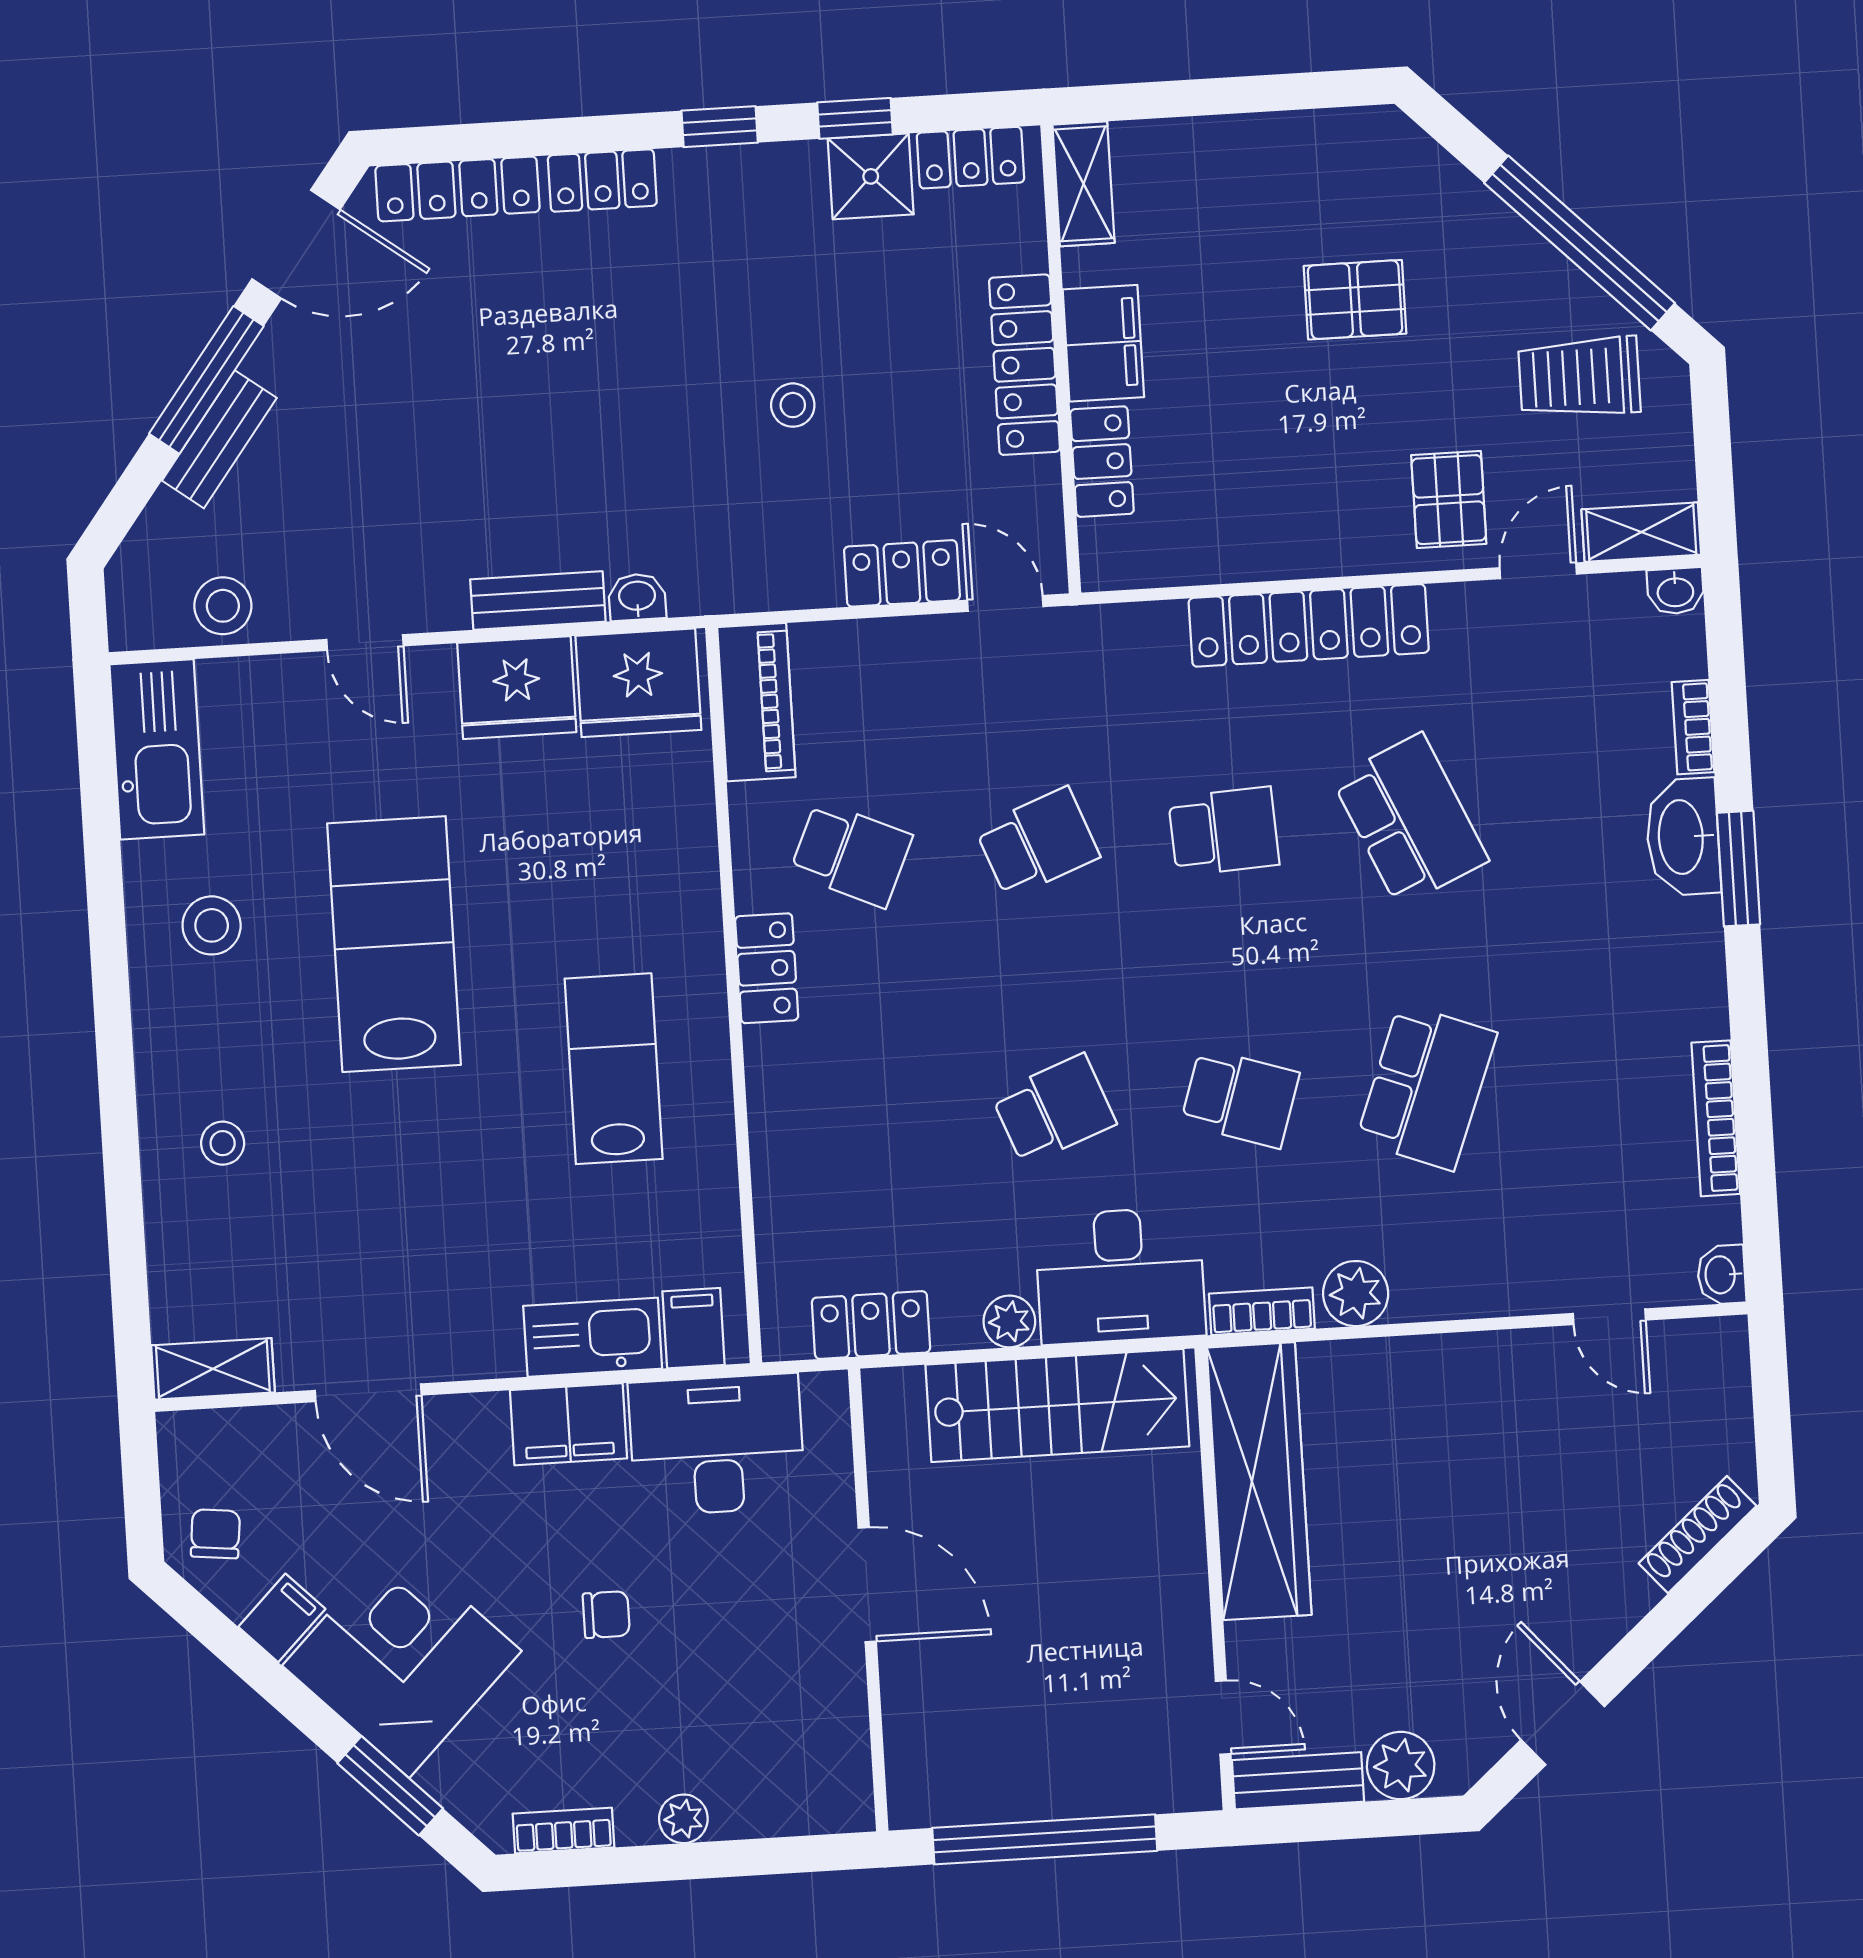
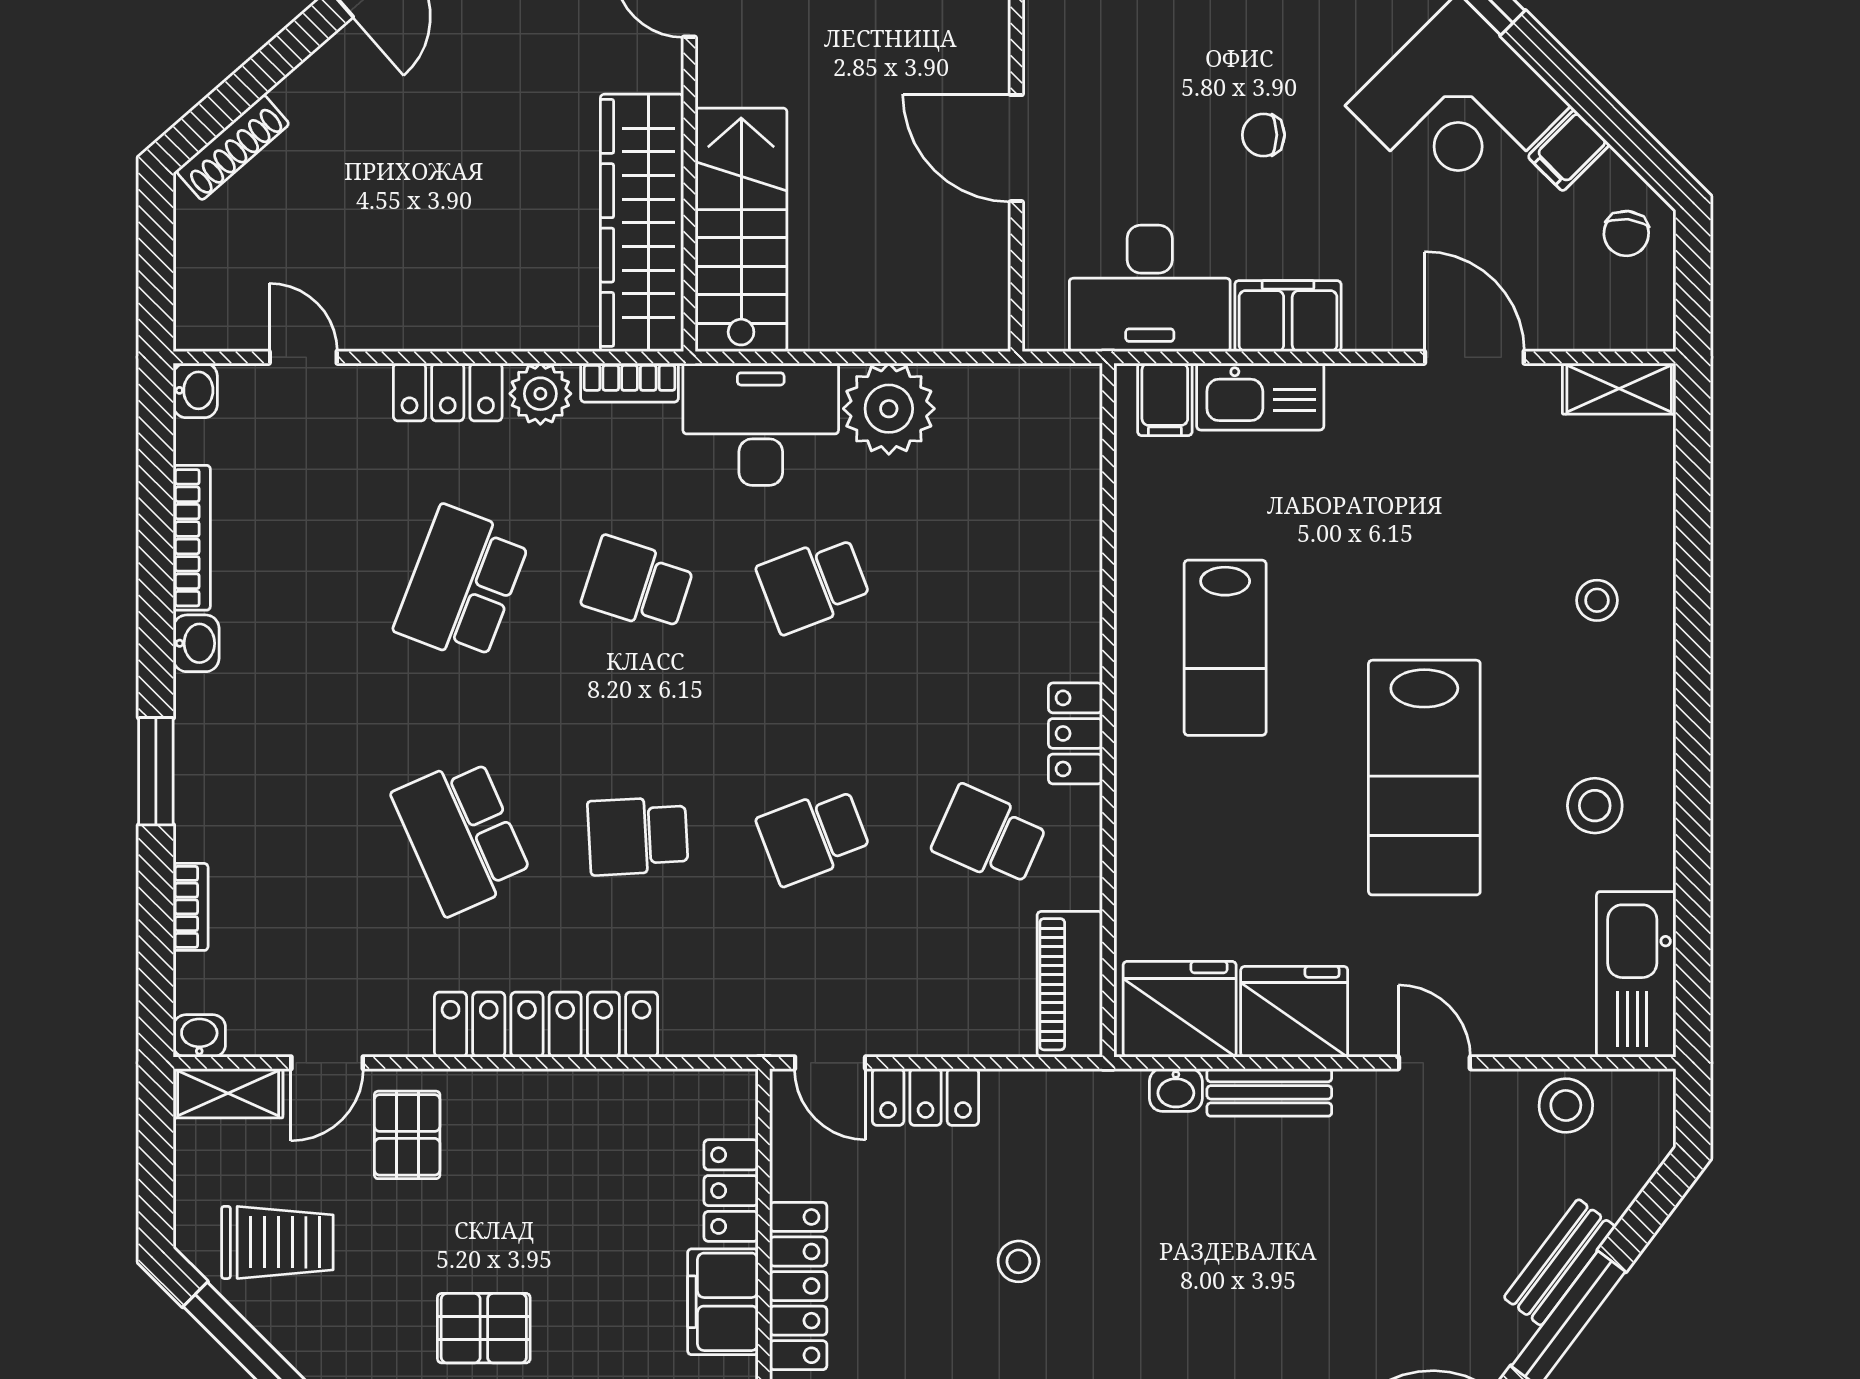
washbasin: (1683, 837) -> (196, 643), moved, width x0.52, depth x0.69
plant: (1009, 1321) -> (889, 409), width x1.88, depth x1.88
locker: (871, 1325) -> (448, 392), moved
stairs: (1057, 1406) -> (741, 230), moved, turned 90

